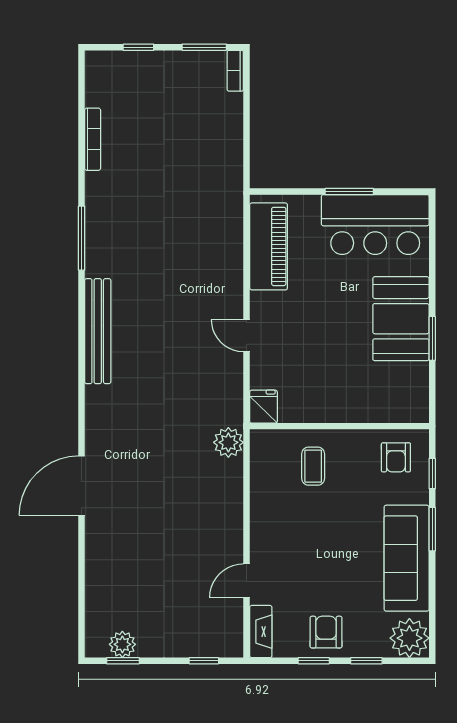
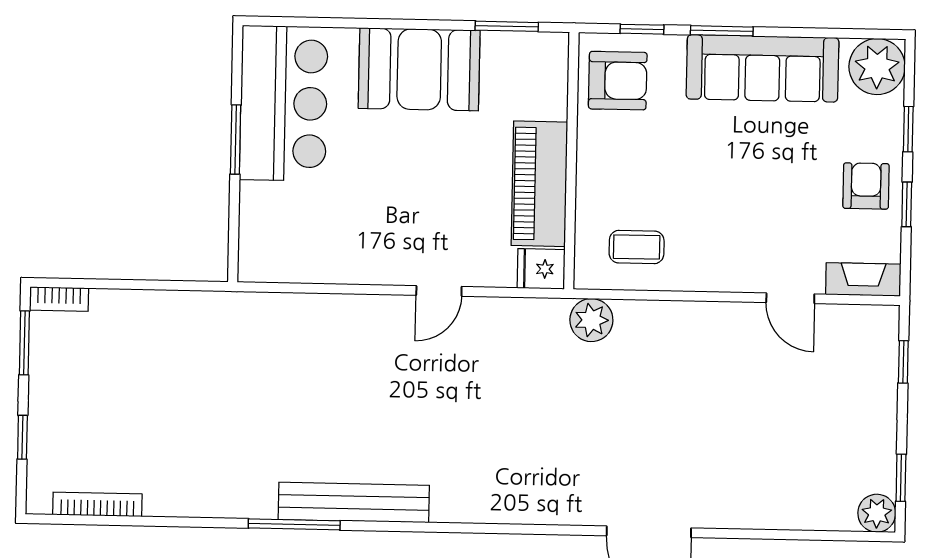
bookcase: (93, 139) -> (97, 504), moved
piano: (269, 246) -> (539, 184), moved, turned -90
bench: (98, 331) -> (354, 502), moved
window: (432, 338) -> (507, 26), moved
armchair: (396, 457) -> (618, 81), width x1.38, depth x1.38
coffee table: (313, 466) -> (637, 247), moved
armchair: (326, 632) -> (866, 186), turned 90
plant: (122, 644) -> (877, 513), moved

